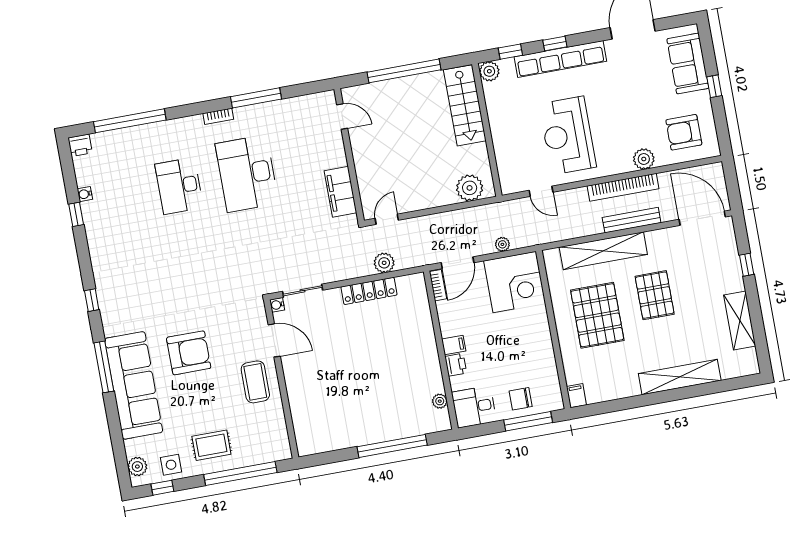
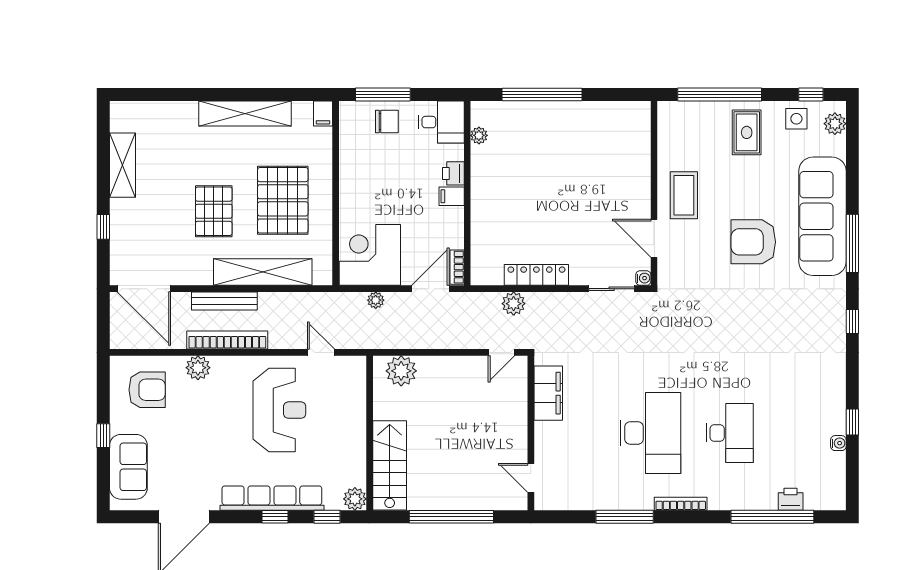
bookcase: (218, 116) -> (681, 504), width x1.56
printer: (80, 145) -> (791, 499), moved
shelving: (680, 377) -> (245, 113), moved
rug: (211, 445) -> (747, 132), turned 90

